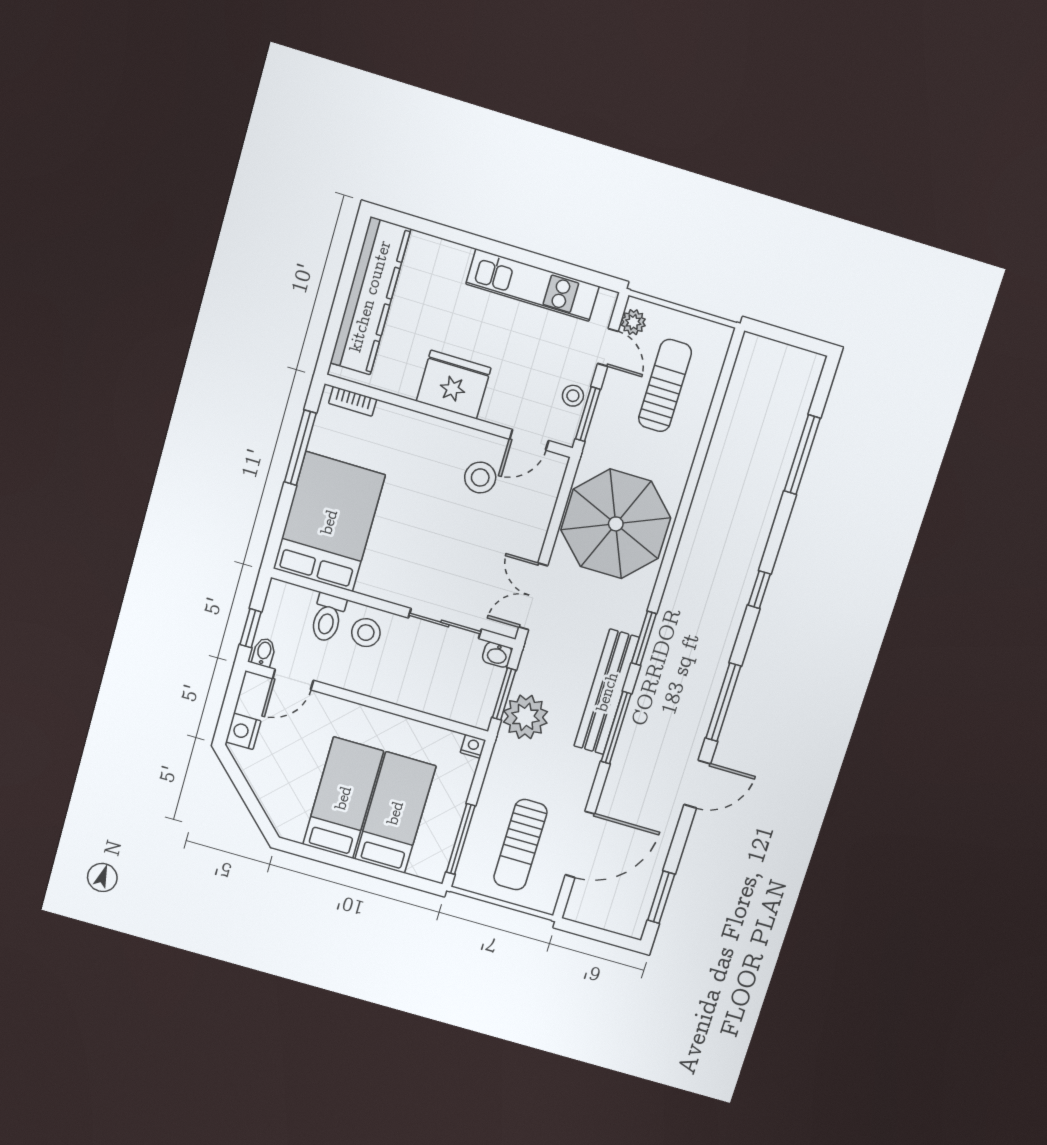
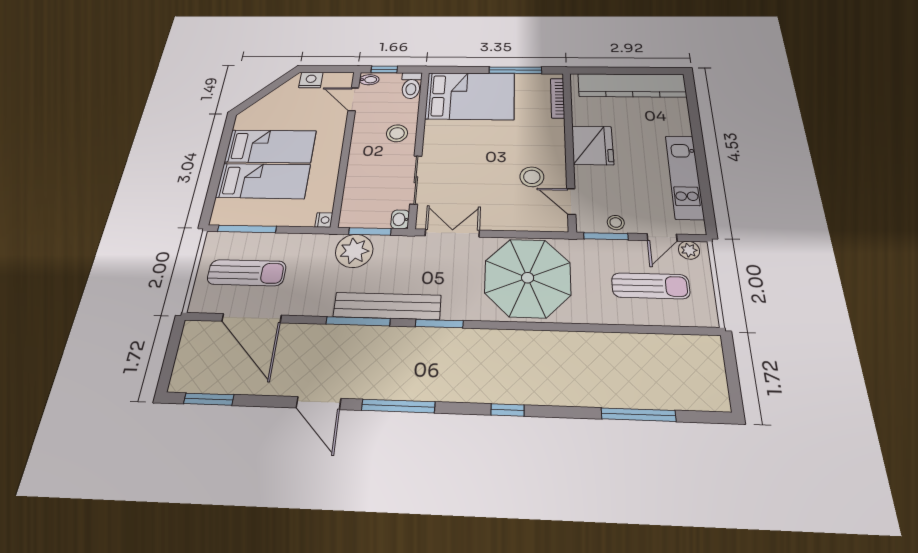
bookcase: (353, 401) -> (558, 98), width x1.56
toilet: (328, 618) -> (411, 86), moved, turned -90
sun lounger: (520, 845) -> (247, 273), turned 180

